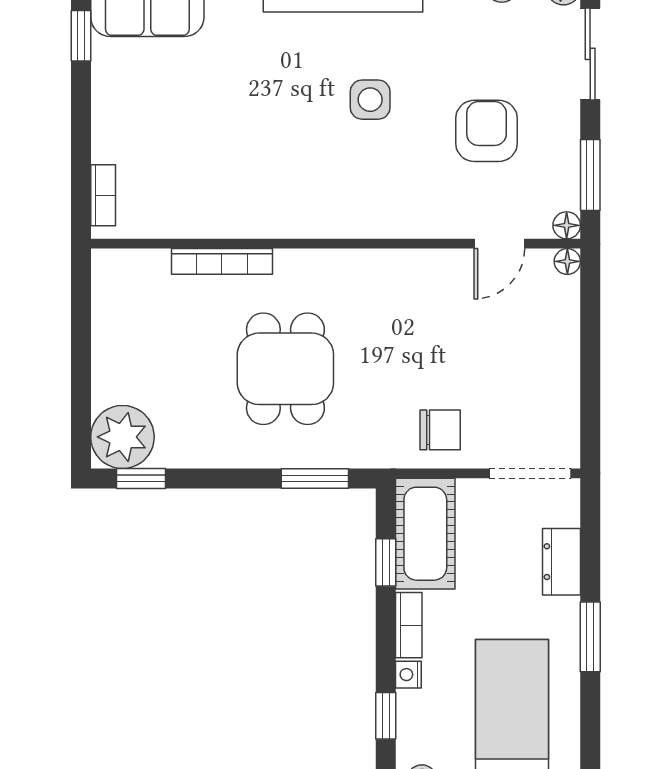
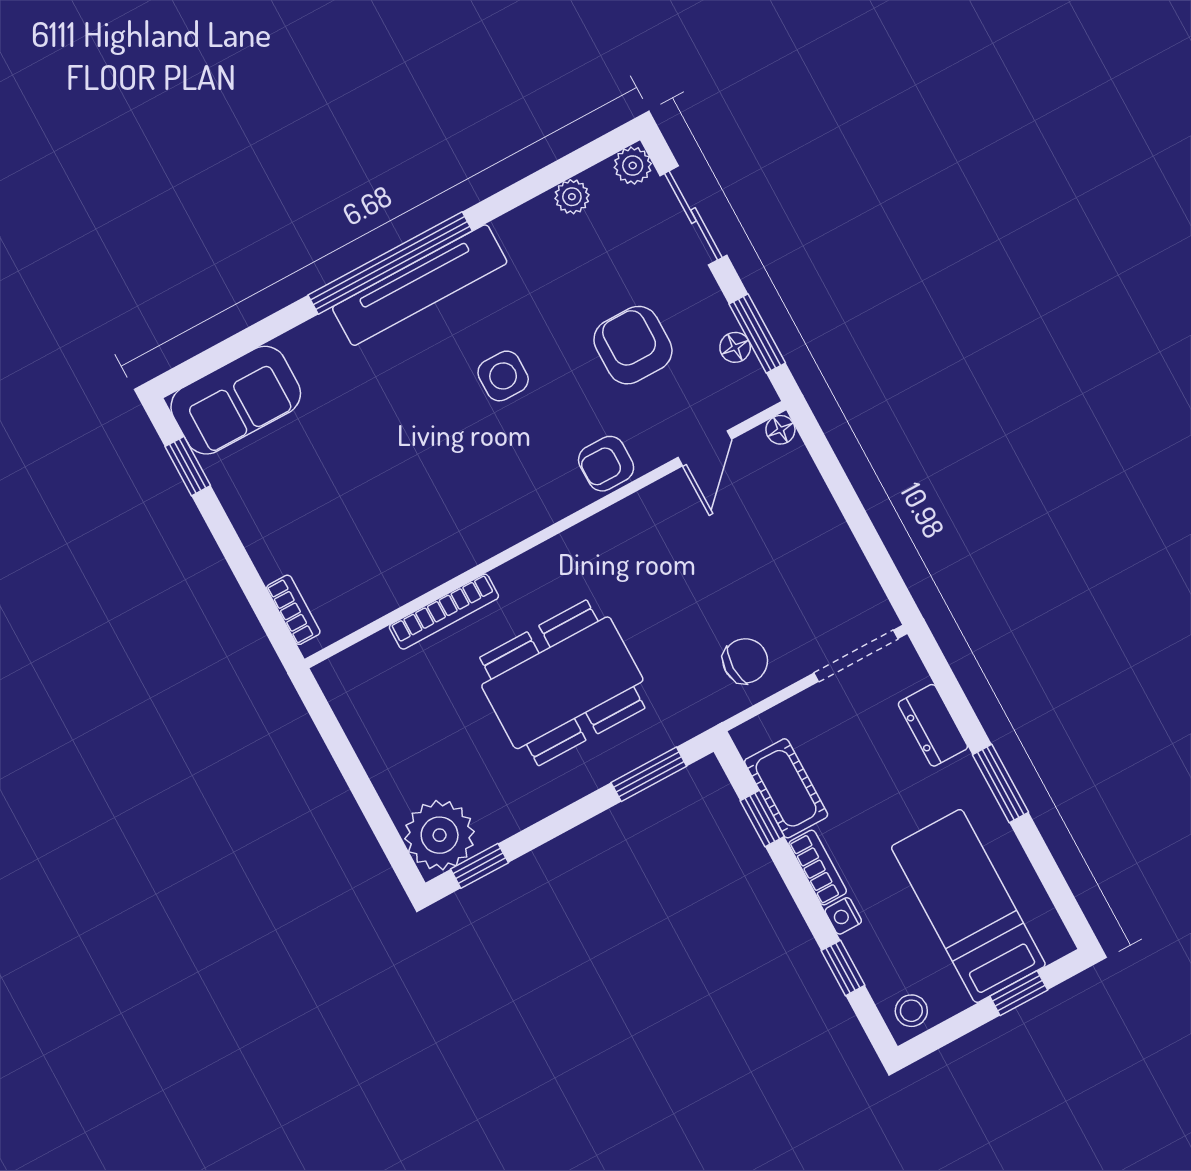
armchair: (414, 213) -> (606, 464), added
floor lamp: (567, 225) -> (735, 347), moved
dining table: (285, 369) -> (562, 683), width x1.37
cot: (425, 534) -> (786, 788), width x0.73, depth x0.75

